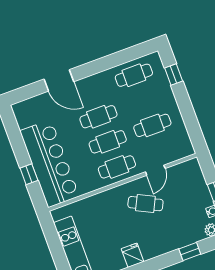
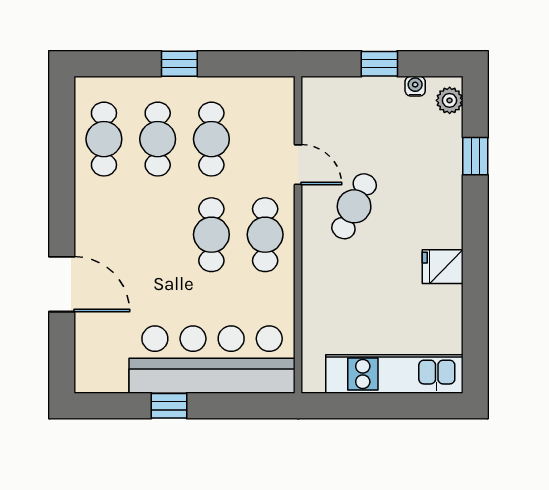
window: (174, 75) -> (179, 64), moved
door: (59, 80) -> (62, 284), hinge flipped
cafe table: (98, 117) -> (158, 139), moved
window: (29, 174) -> (169, 406), moved

